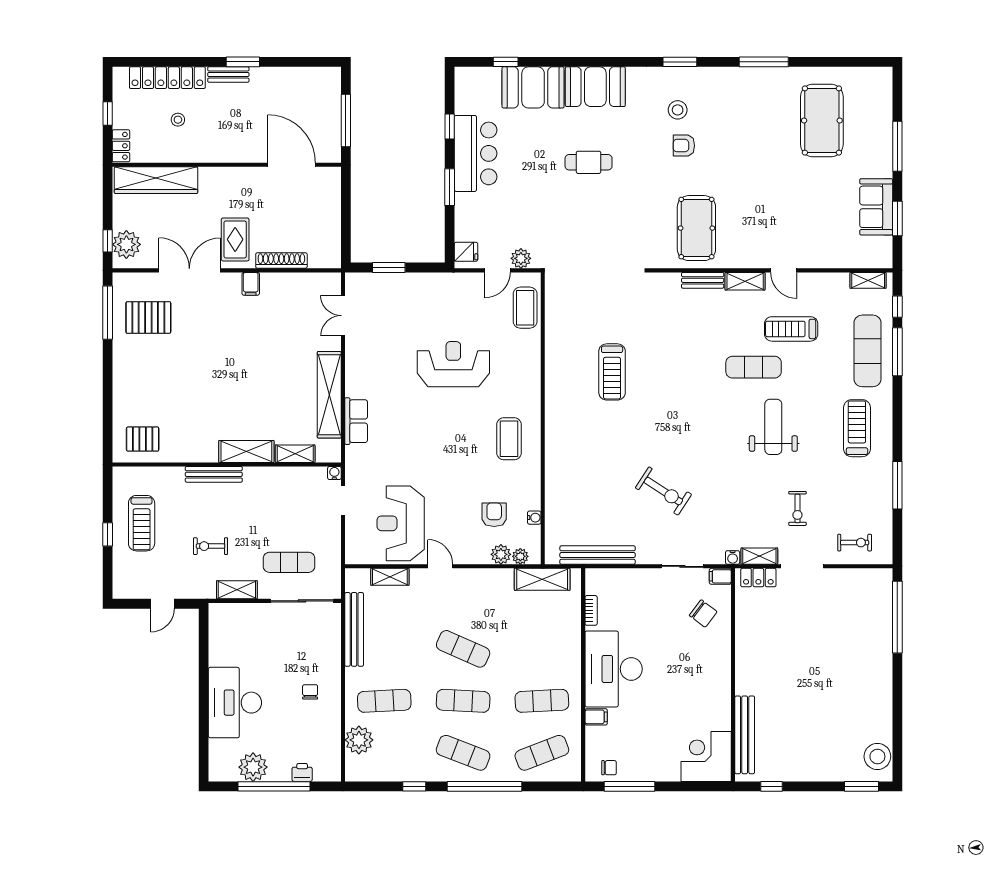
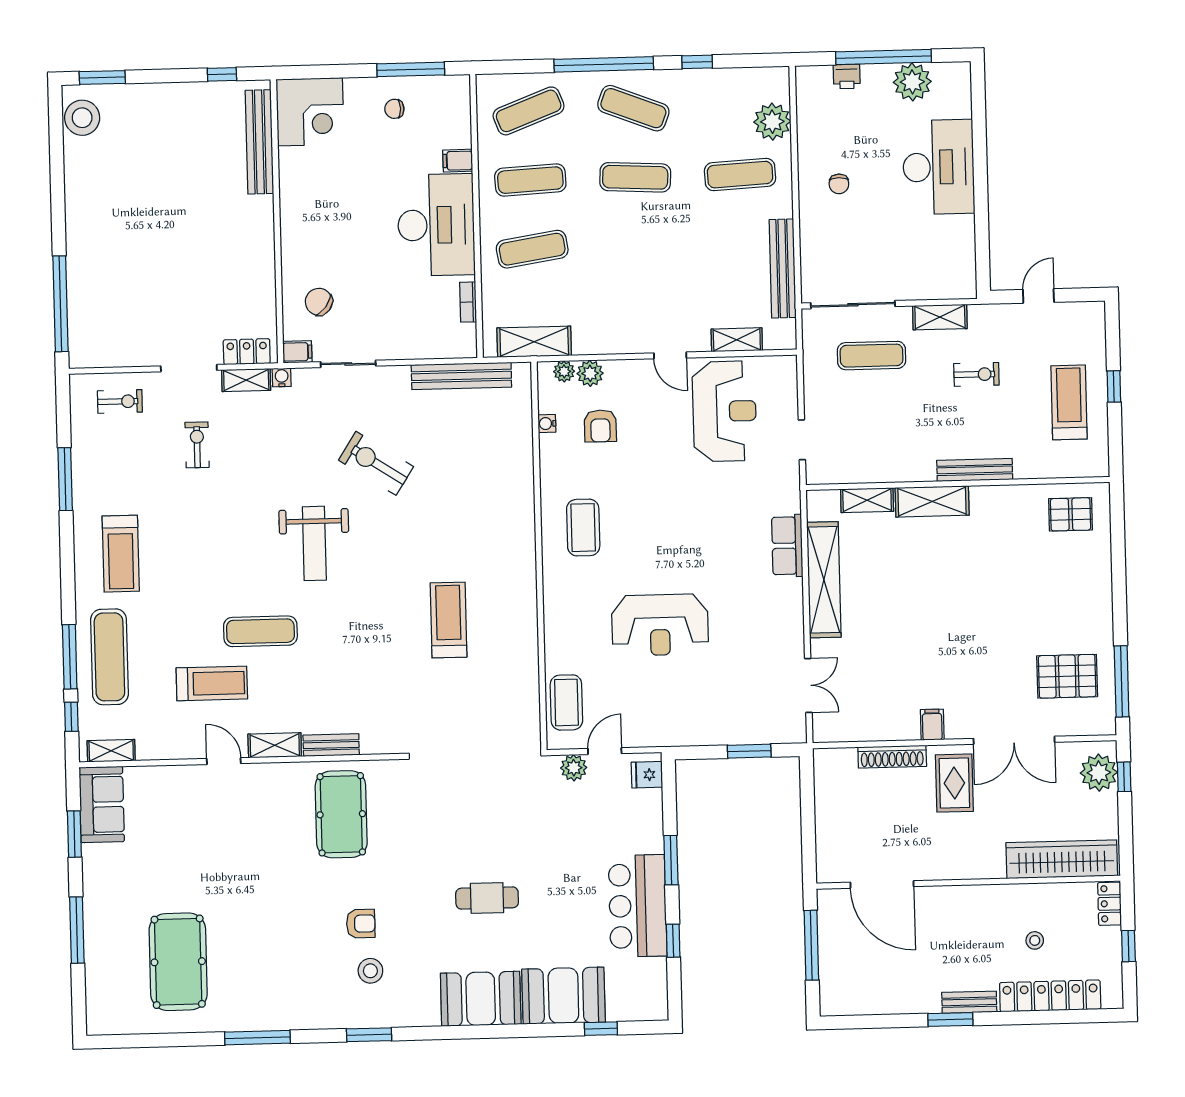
sofa: (876, 207) -> (102, 804), moved
weight bench: (773, 427) -> (314, 543), moved
water cooler: (334, 473) -> (814, 476), removed
exercise bike: (855, 543) -> (120, 401), turned 180
exercise mat: (463, 649) -> (532, 249), moved, turned -33
chair: (609, 768) -> (394, 109), moved

